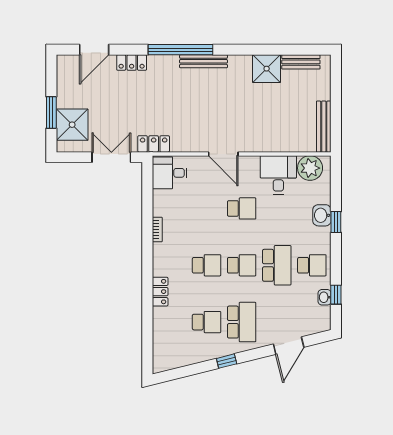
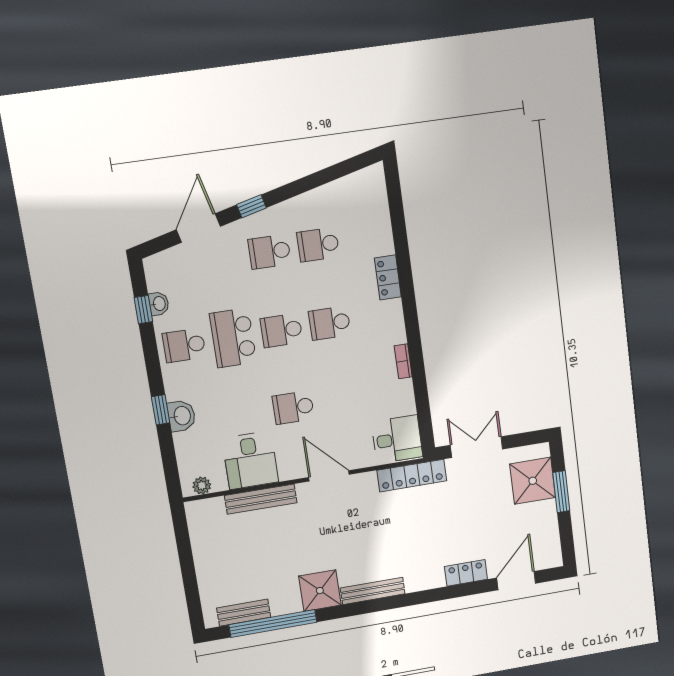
window: (180, 50) -> (273, 623), moved
shower: (267, 69) -> (320, 591), moved
bench: (324, 127) -> (261, 499), moved, turned 90
locker: (154, 144) -> (412, 476), width x1.53
double door: (111, 157) -> (476, 447), swing flipped
plant: (310, 168) -> (202, 486), width x0.53, depth x0.53
school desk: (242, 322) -> (269, 252), width x0.54
window: (227, 361) -> (252, 206), moved

